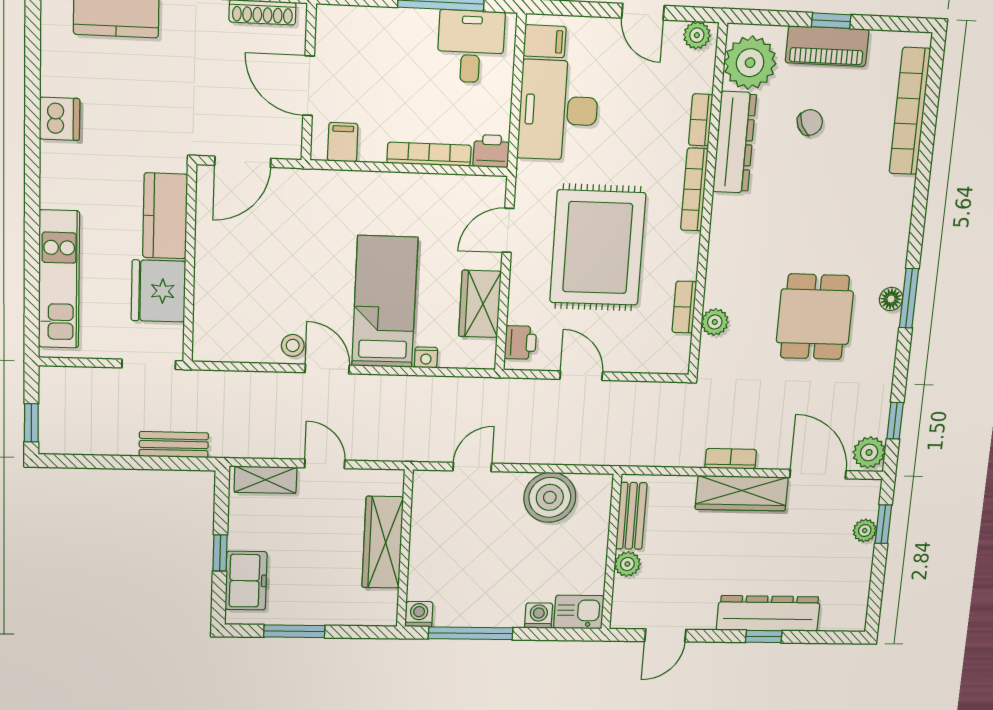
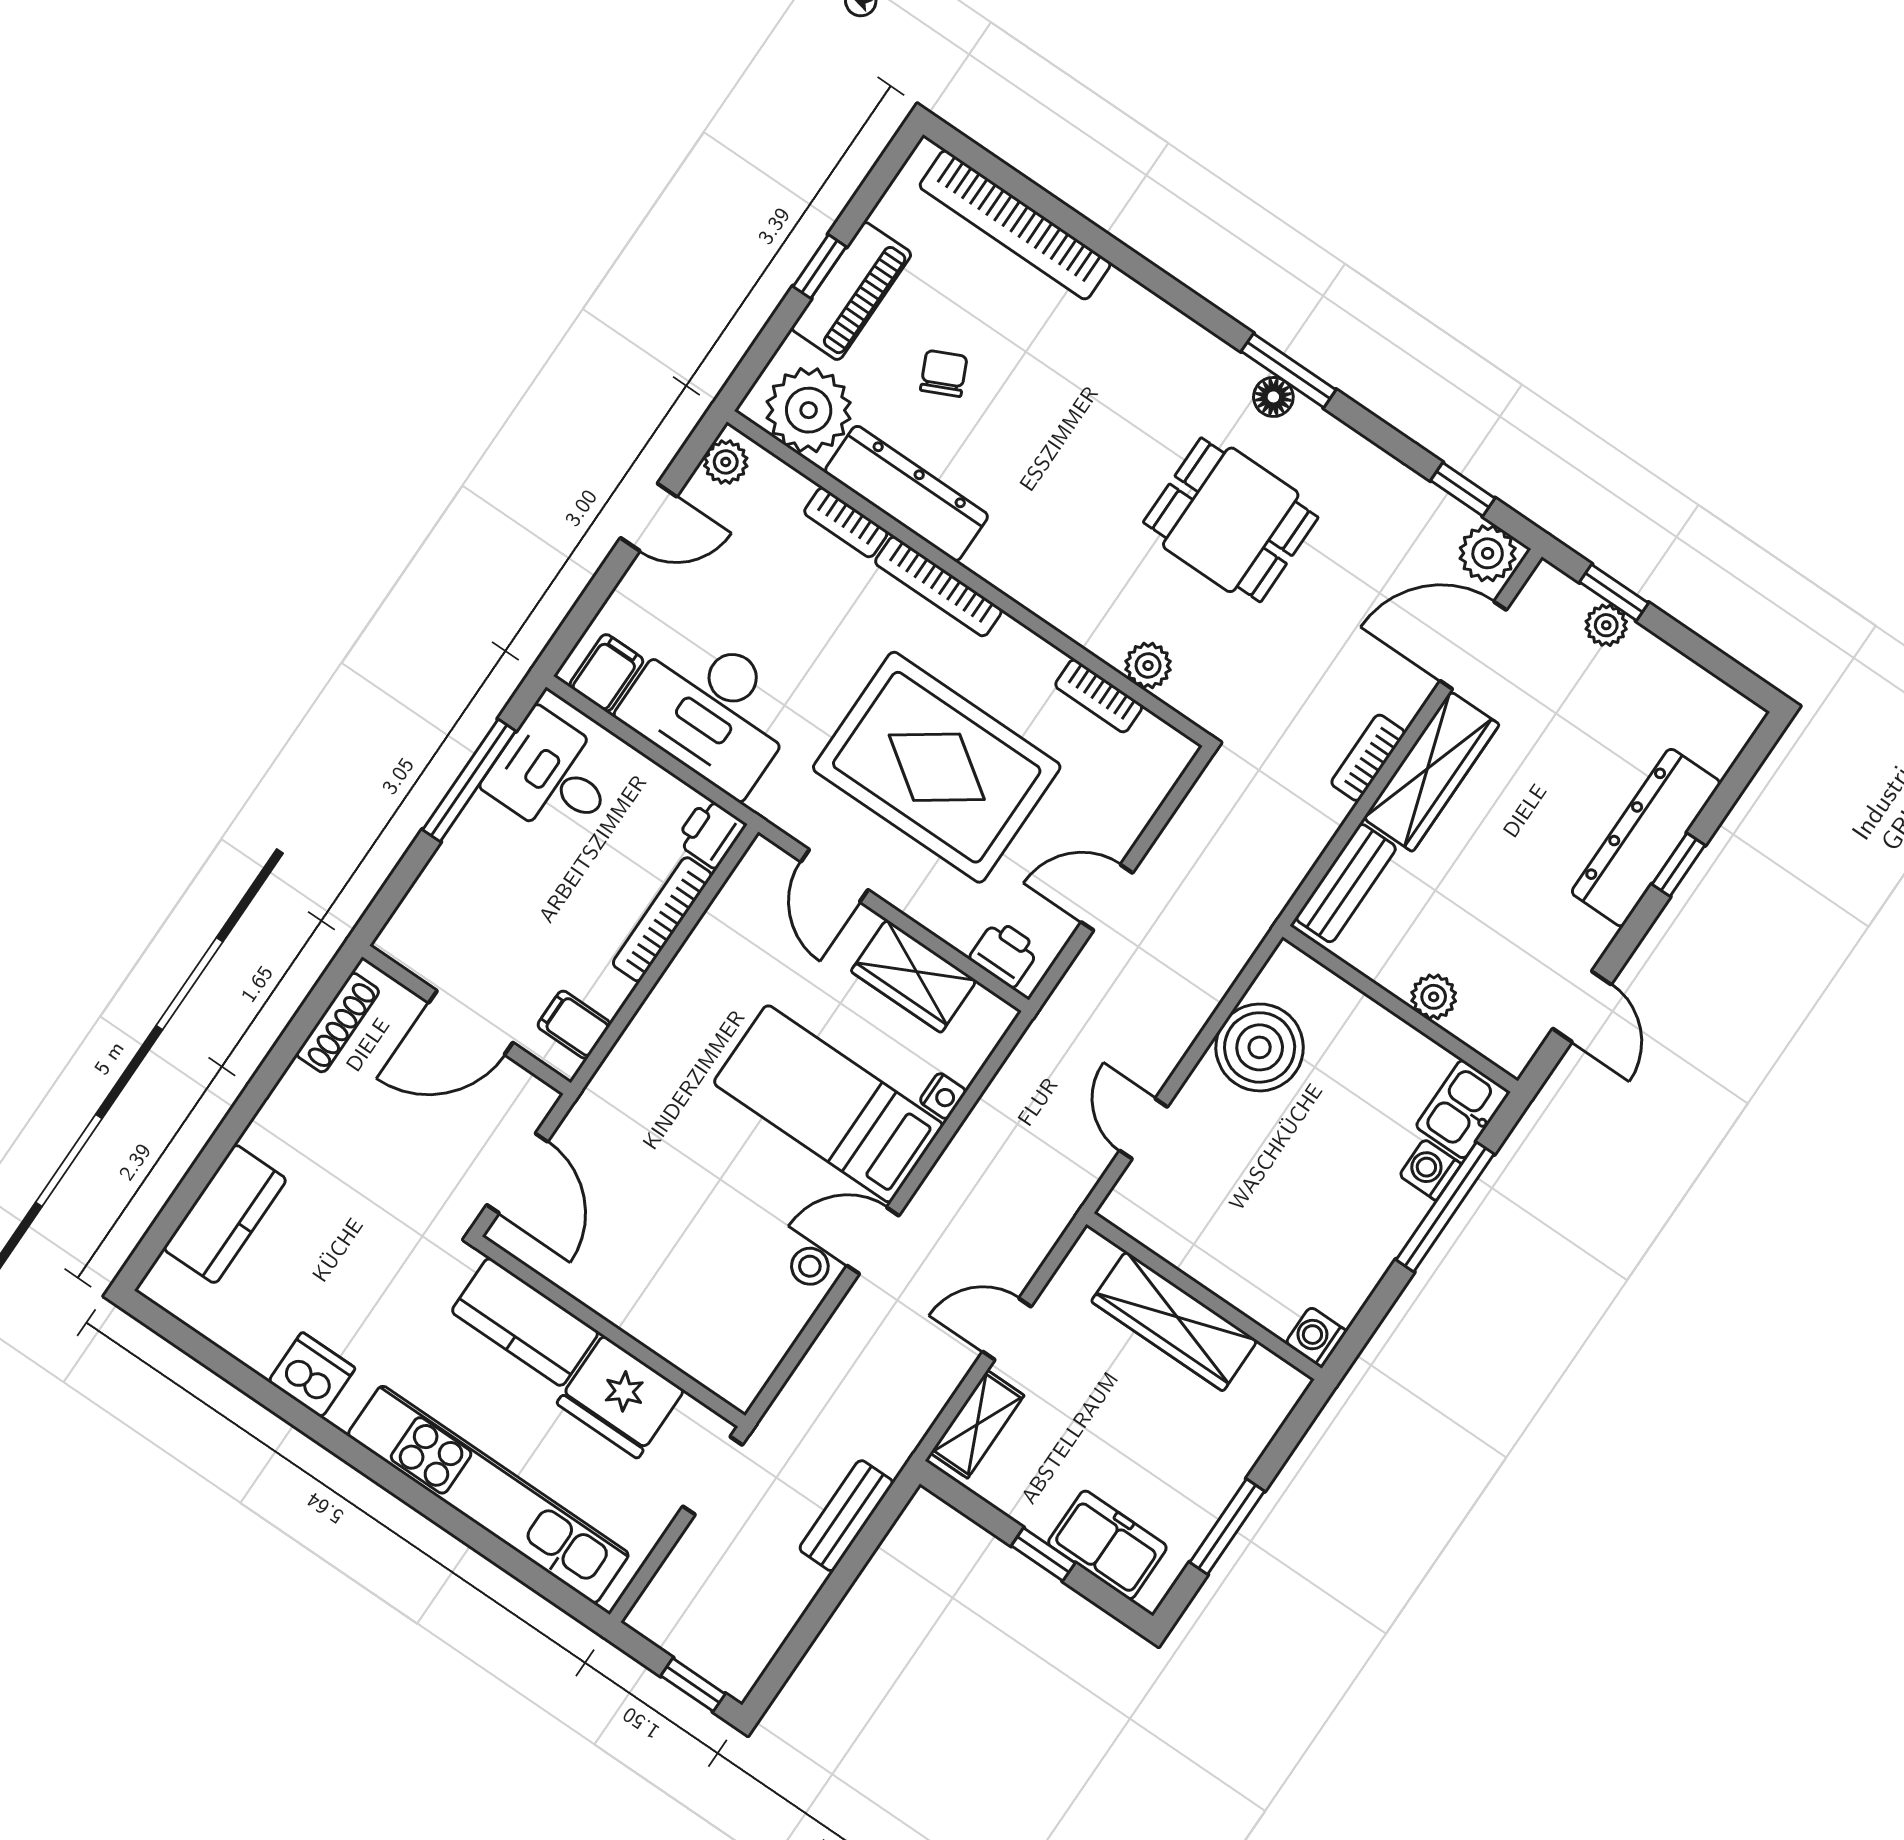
kitchen unit: (59, 279) -> (488, 1494), width x1.36
bench: (631, 516) -> (1346, 883), moved, turned 90
window: (471, 633) -> (1445, 1207), moved

